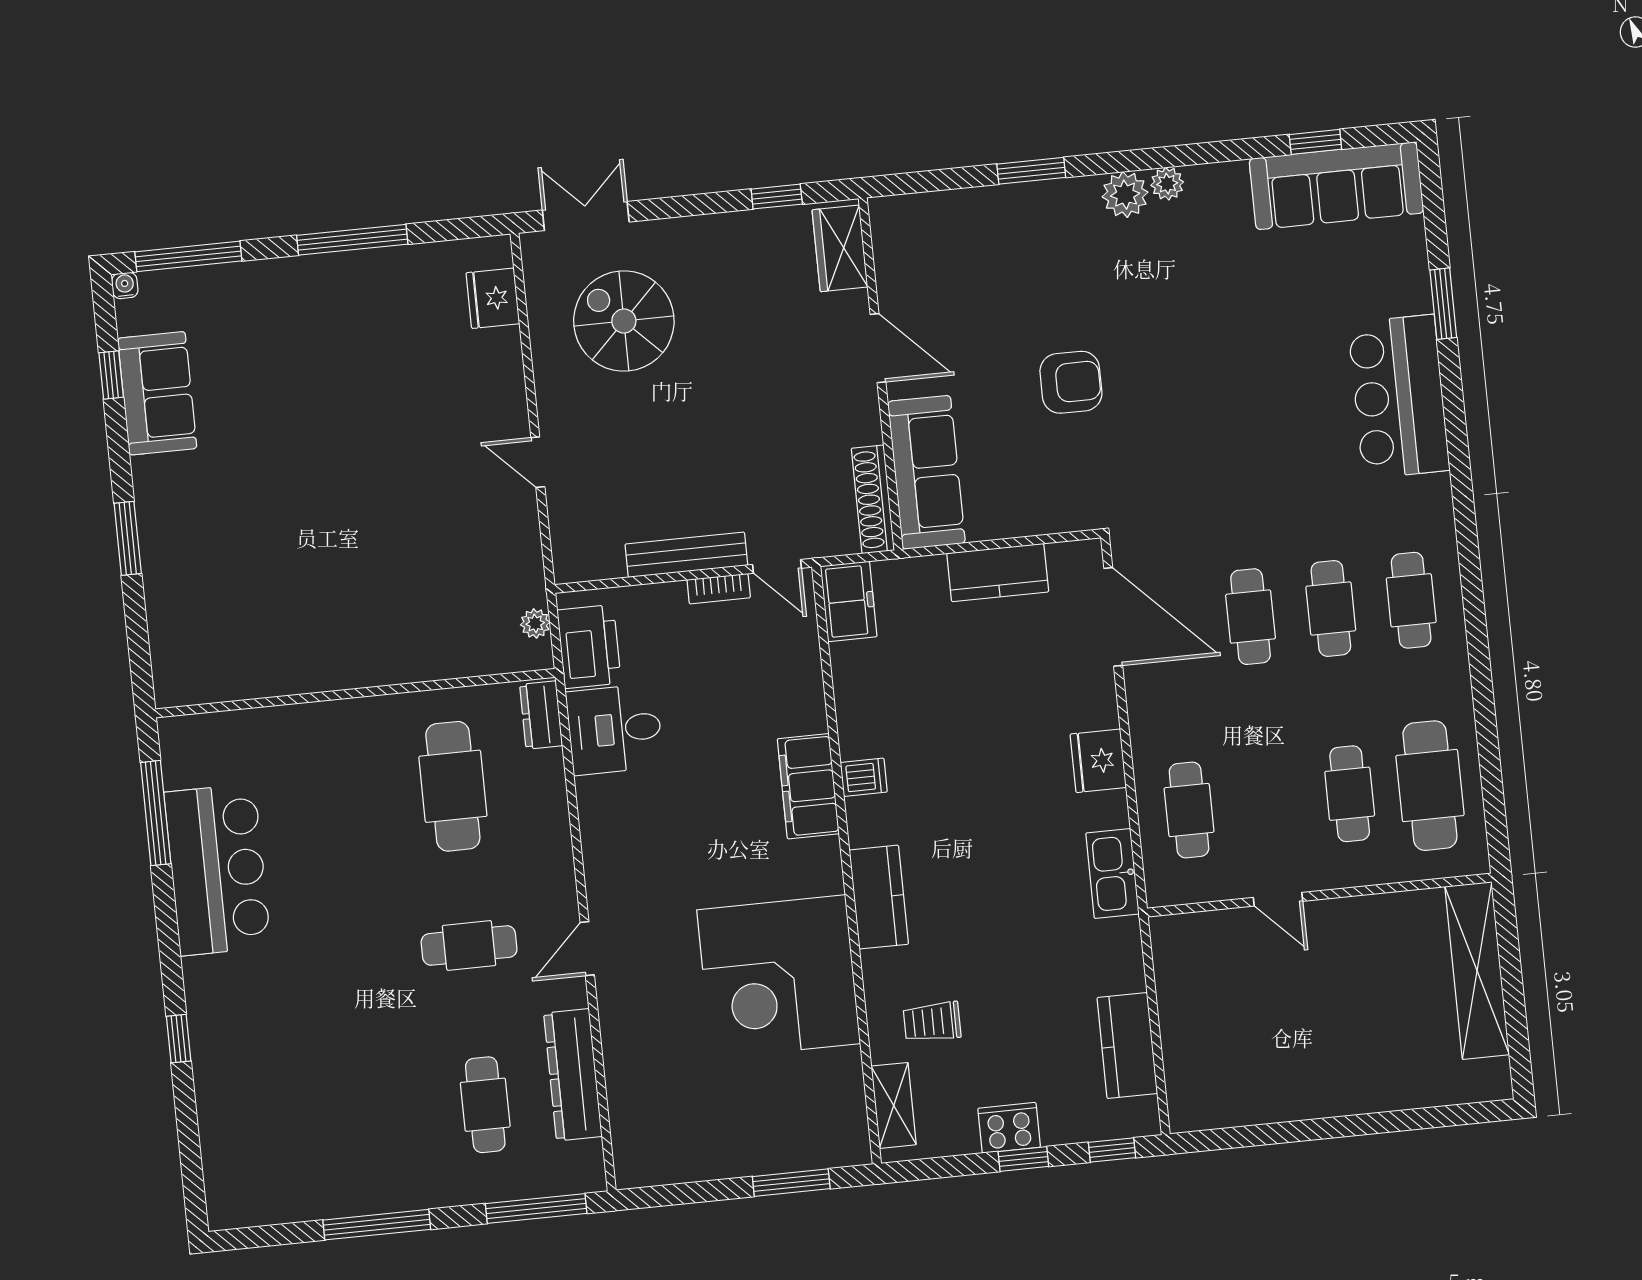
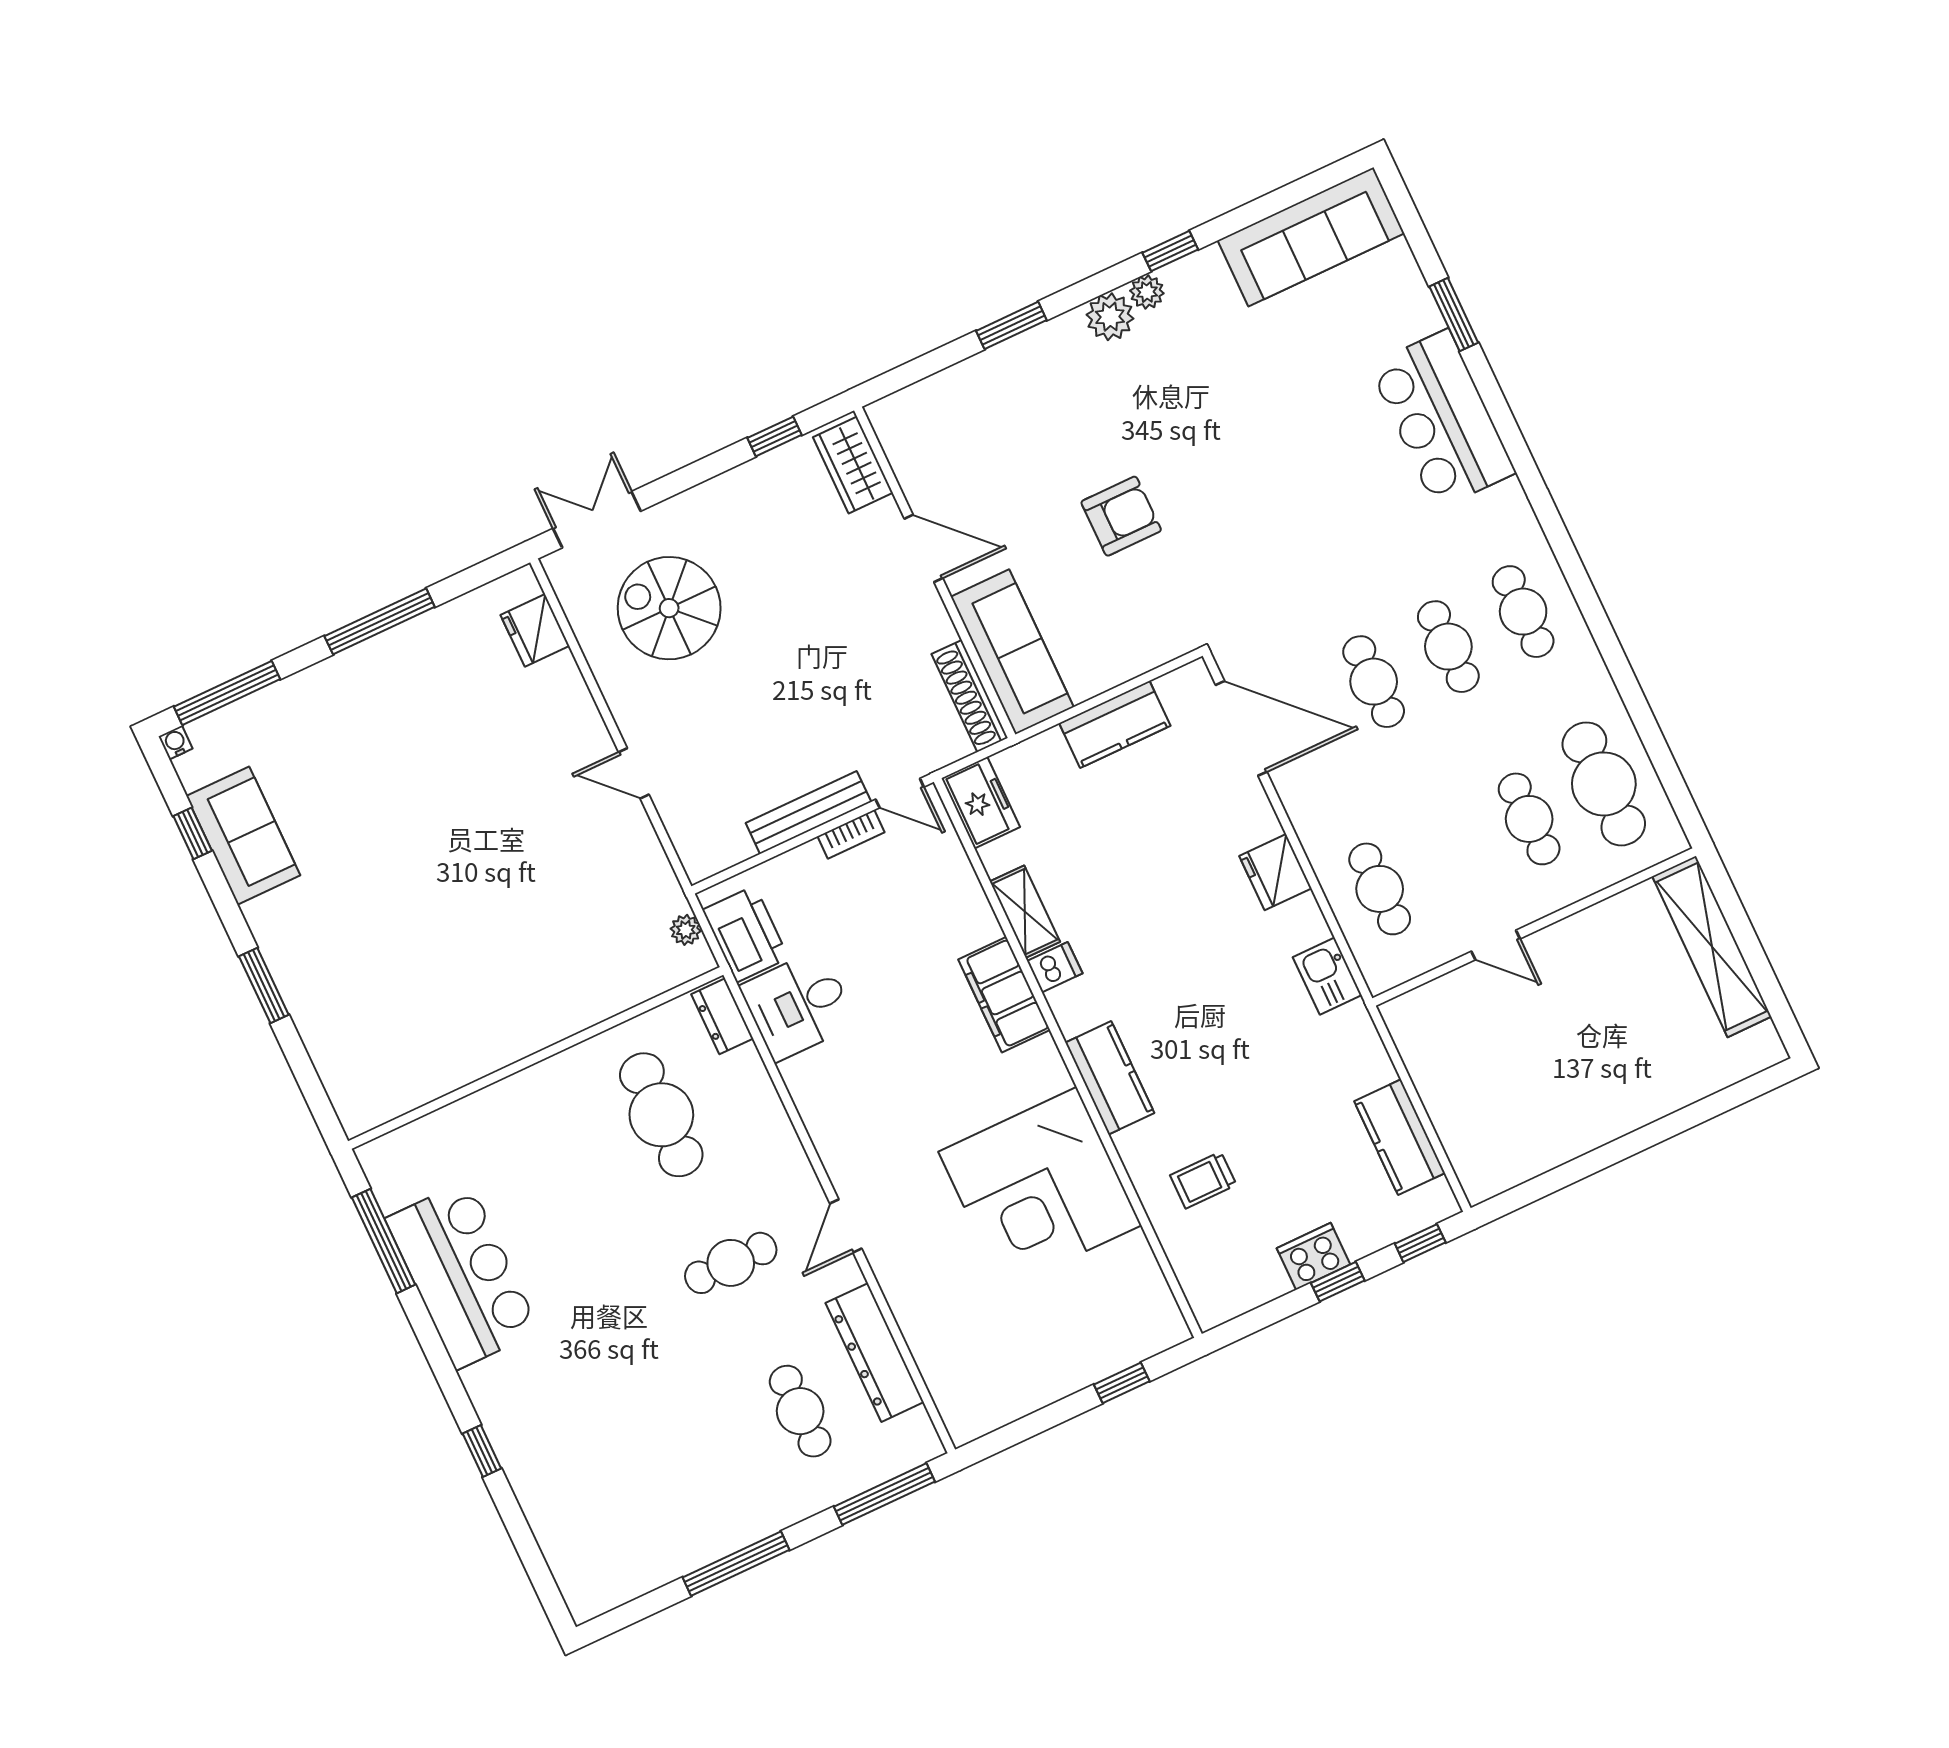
window: (1315, 142) -> (1170, 251), moved
kitchen sink: (1112, 874) -> (1327, 976), width x0.73
shelving: (894, 1105) -> (1025, 912), moved
window: (791, 1183) -> (1122, 1383), width x0.67

